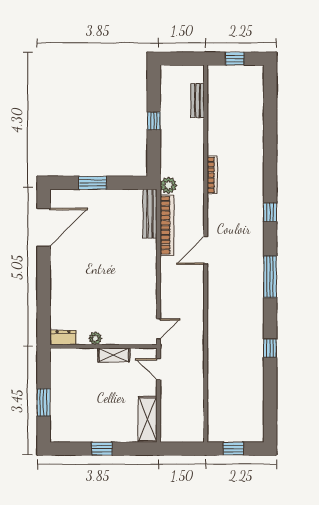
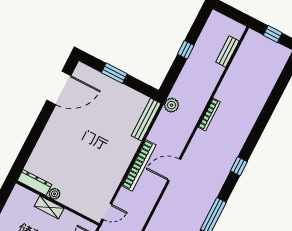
bookcase: (167, 225) -> (139, 165), moved
dresser: (63, 337) -> (34, 183), width x1.44
shelving: (114, 355) -> (49, 207), moved

